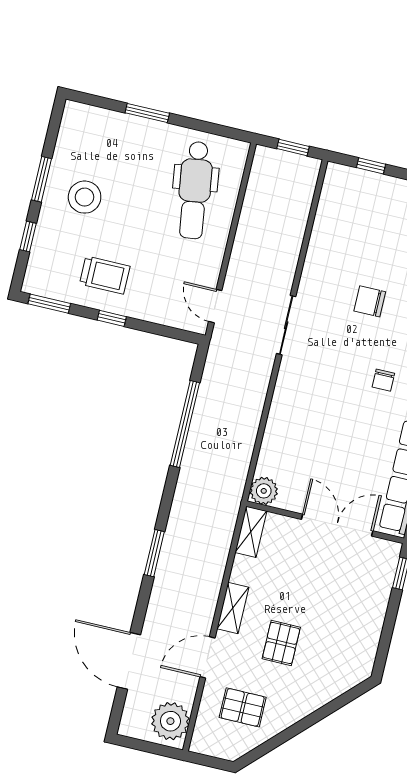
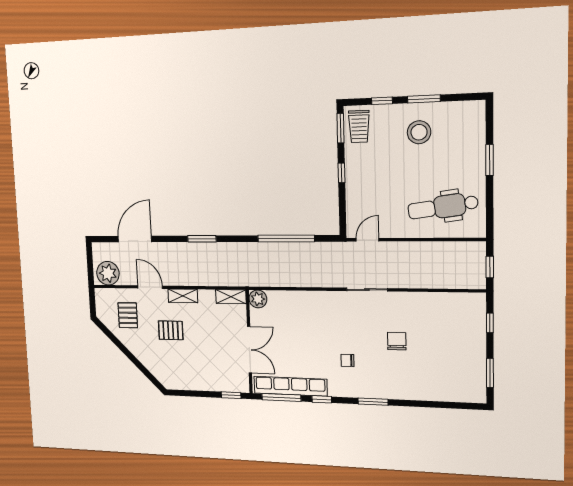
trolley: (105, 275) -> (359, 126), moved

